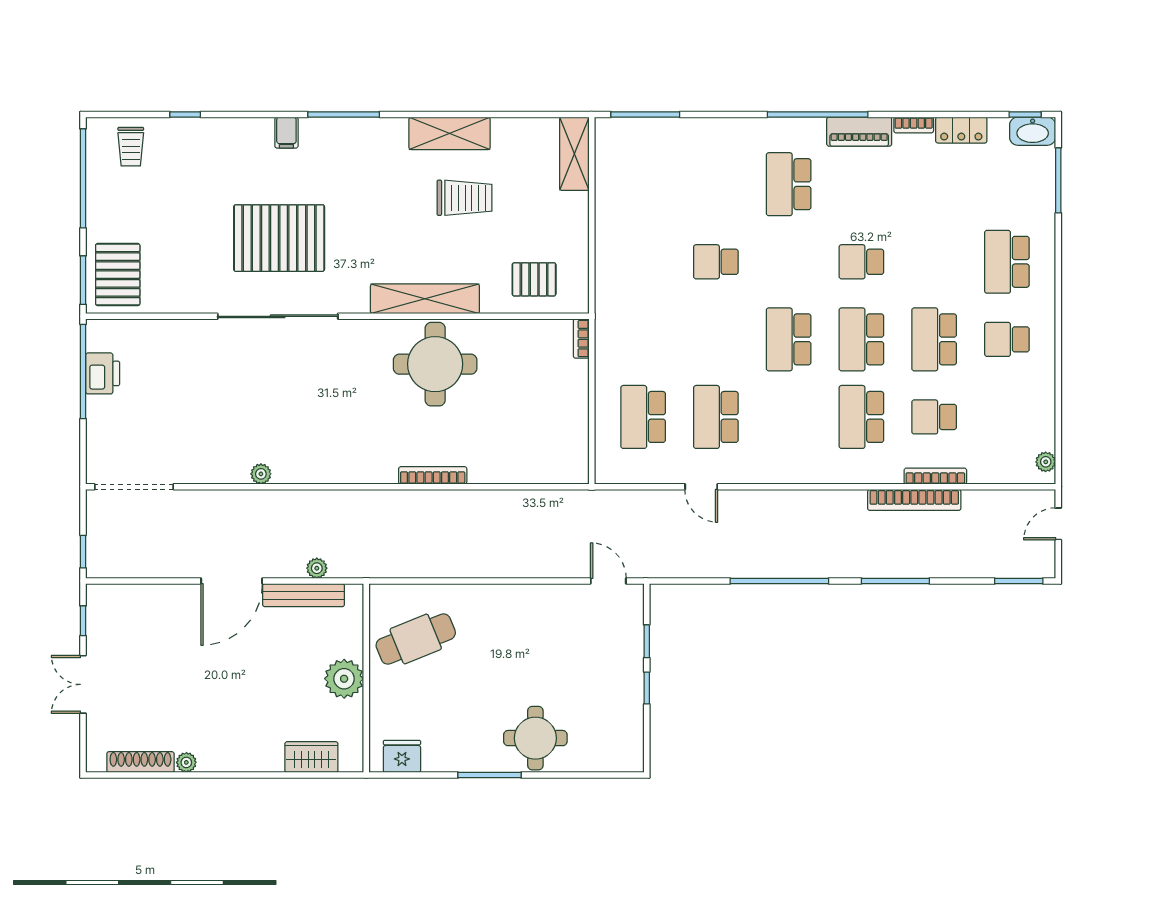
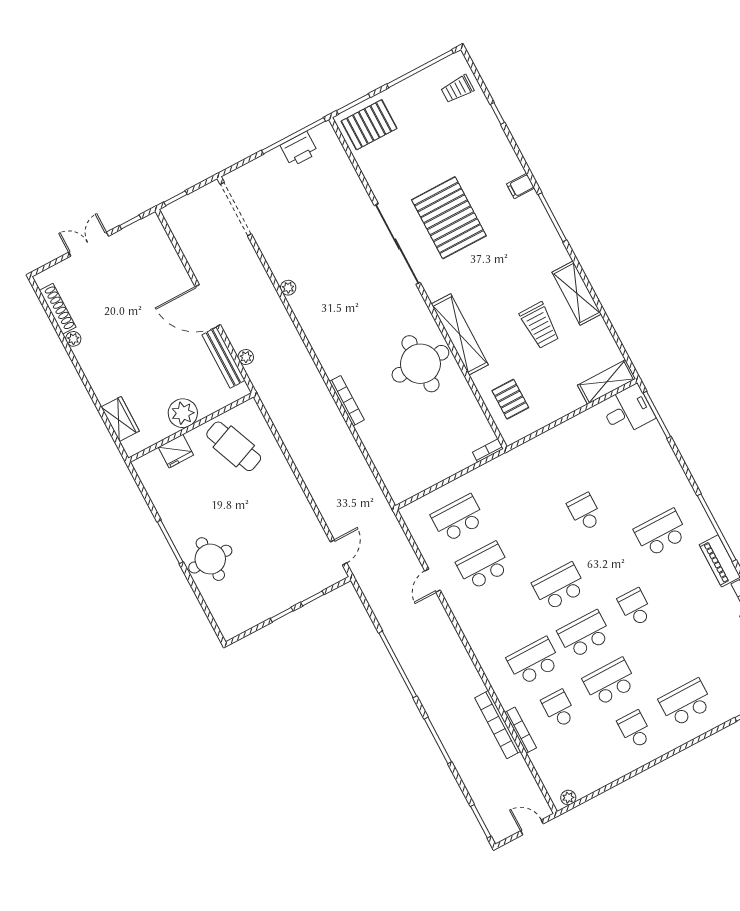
desk: (622, 147) -> (628, 410), added
fridge: (402, 756) -> (176, 451), moved, turned 90

